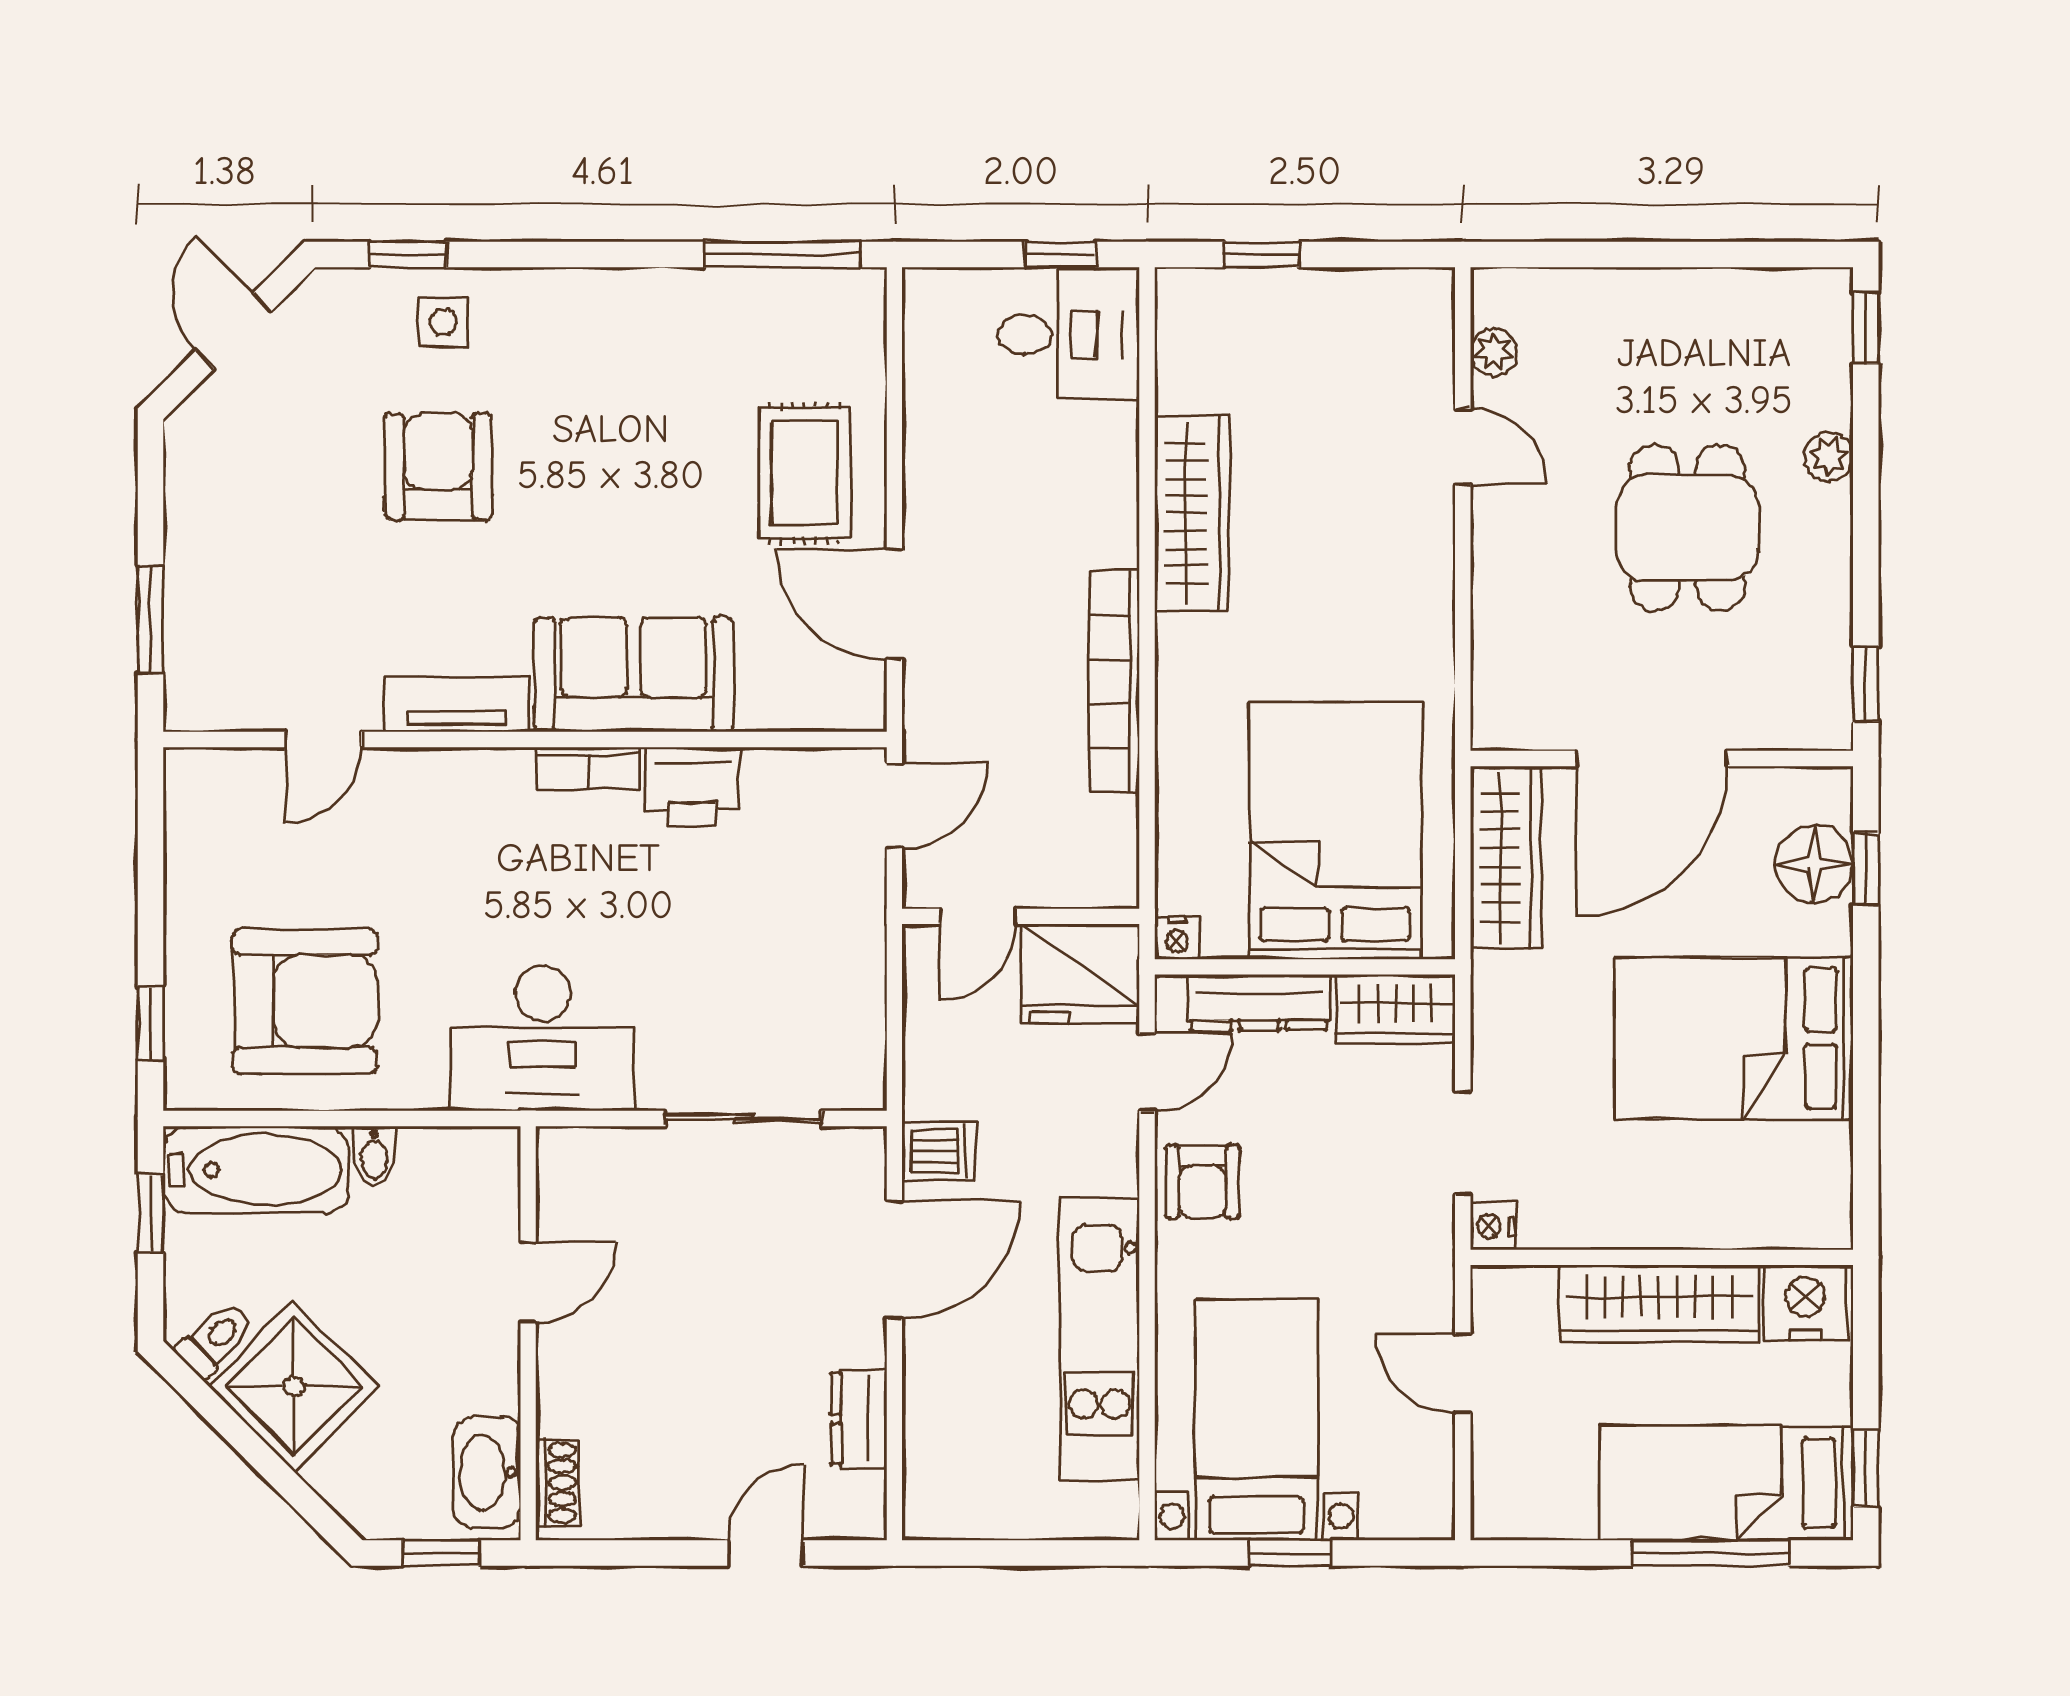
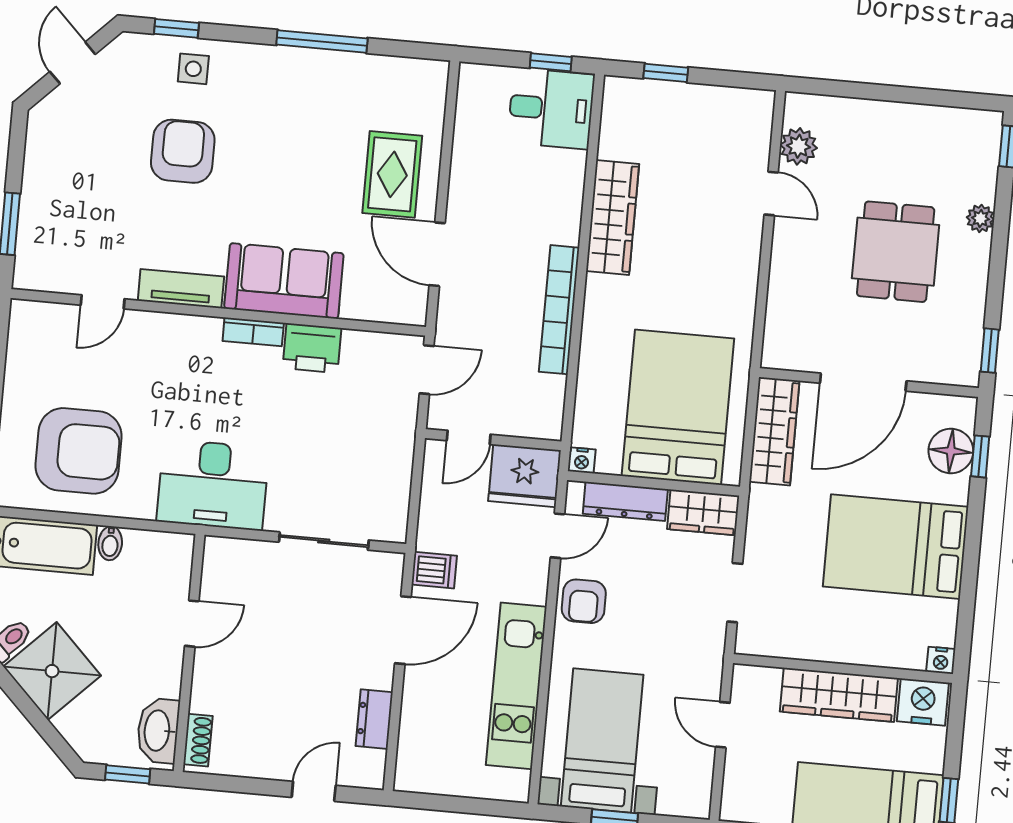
window: (783, 254) -> (322, 42), moved
plant: (1494, 352) -> (799, 146), width x1.38, depth x1.38
nightstand: (1492, 1226) -> (941, 660), moved, turned -90

